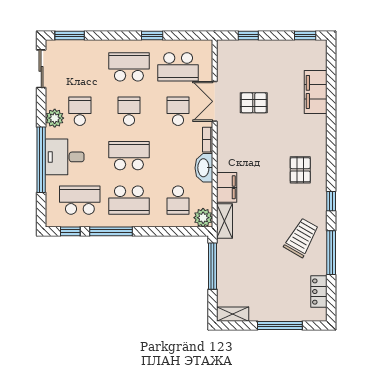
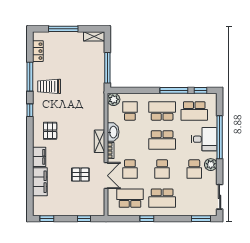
filing cabinet: (227, 187) -> (39, 157), moved, turned 180
shelving: (224, 221) -> (100, 141), moved
trolley: (301, 238) -> (49, 86), turned 60

